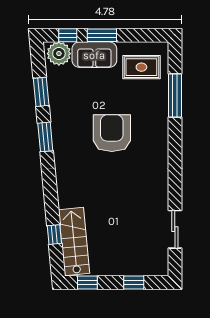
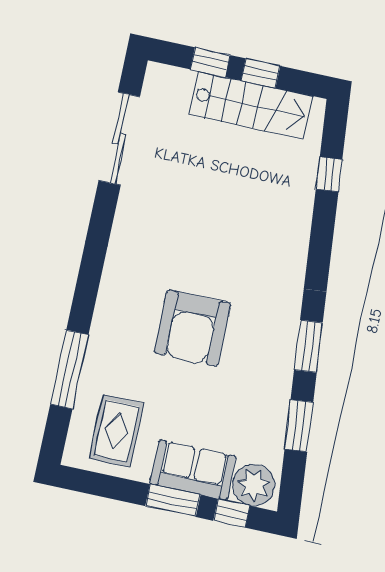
rug: (141, 67) -> (117, 431), turned 90
sliding door: (175, 229) -> (119, 139), width x1.37
stairs: (74, 242) -> (251, 105), moved, turned -85
window: (87, 282) -> (261, 73), moved

